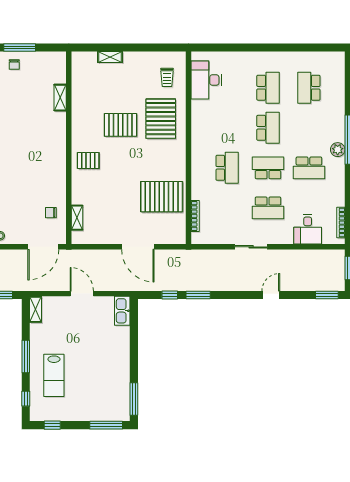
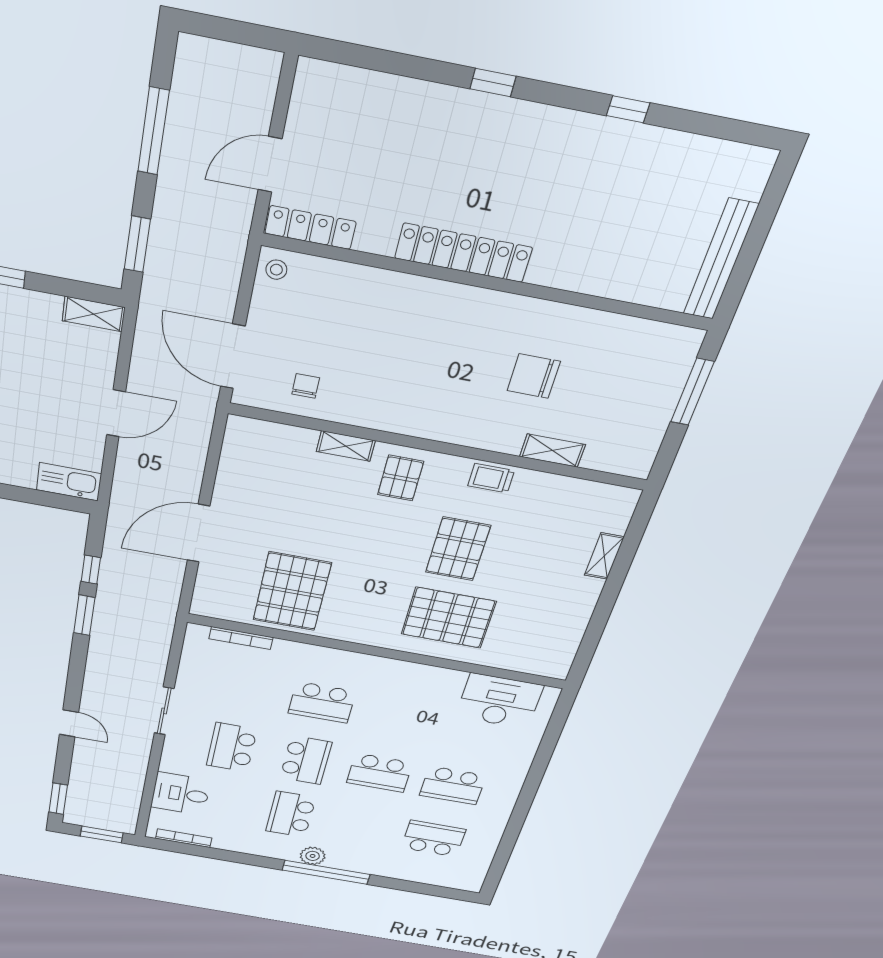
chair: (14, 64) -> (534, 376), moved, width x1.87, depth x1.87
trolley: (167, 77) -> (491, 478), moved
shelving: (77, 218) -> (346, 446), moved

